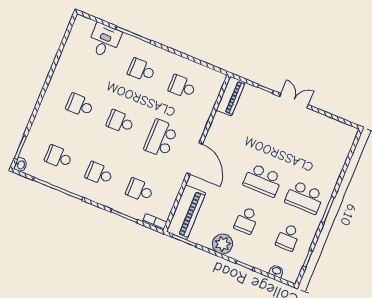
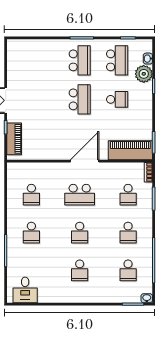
desk: (104, 41) -> (25, 290), moved, turned -90
piano: (231, 96) -> (14, 139), moved, turned 90
school desk: (288, 237) -> (117, 60), width x1.85
plant: (223, 244) -> (144, 74), moved

